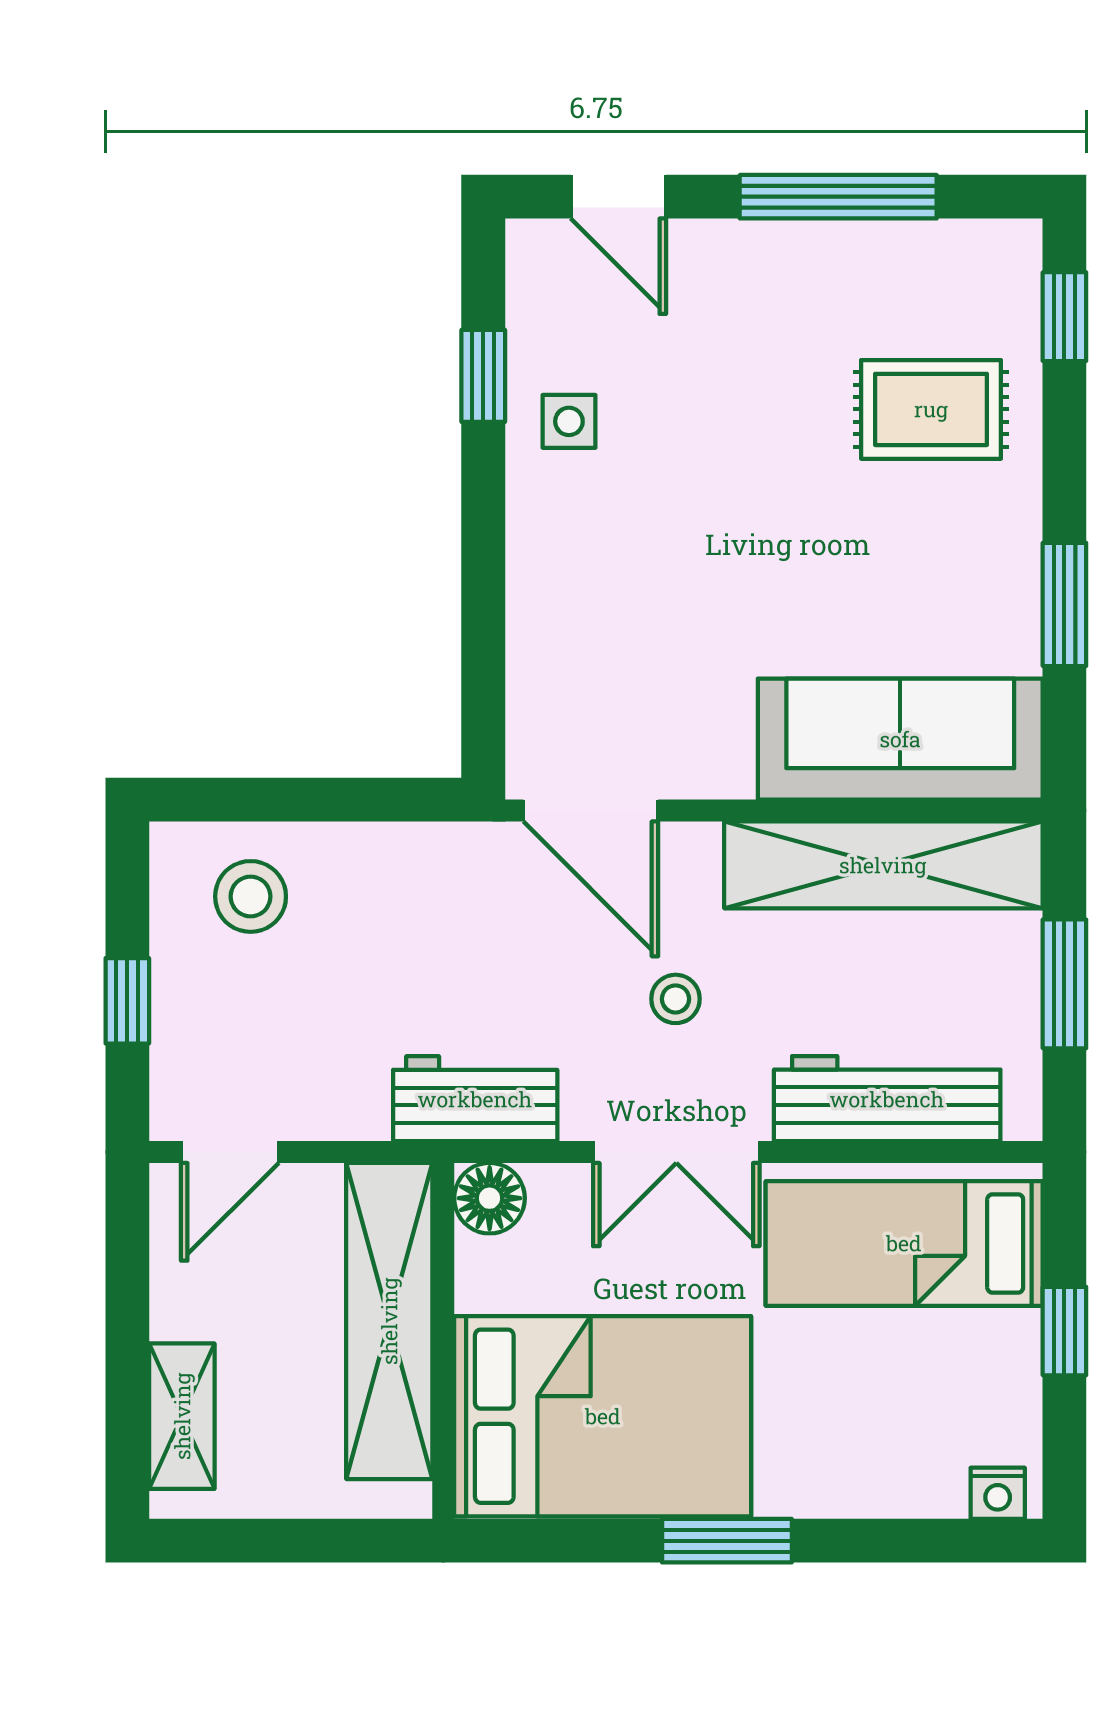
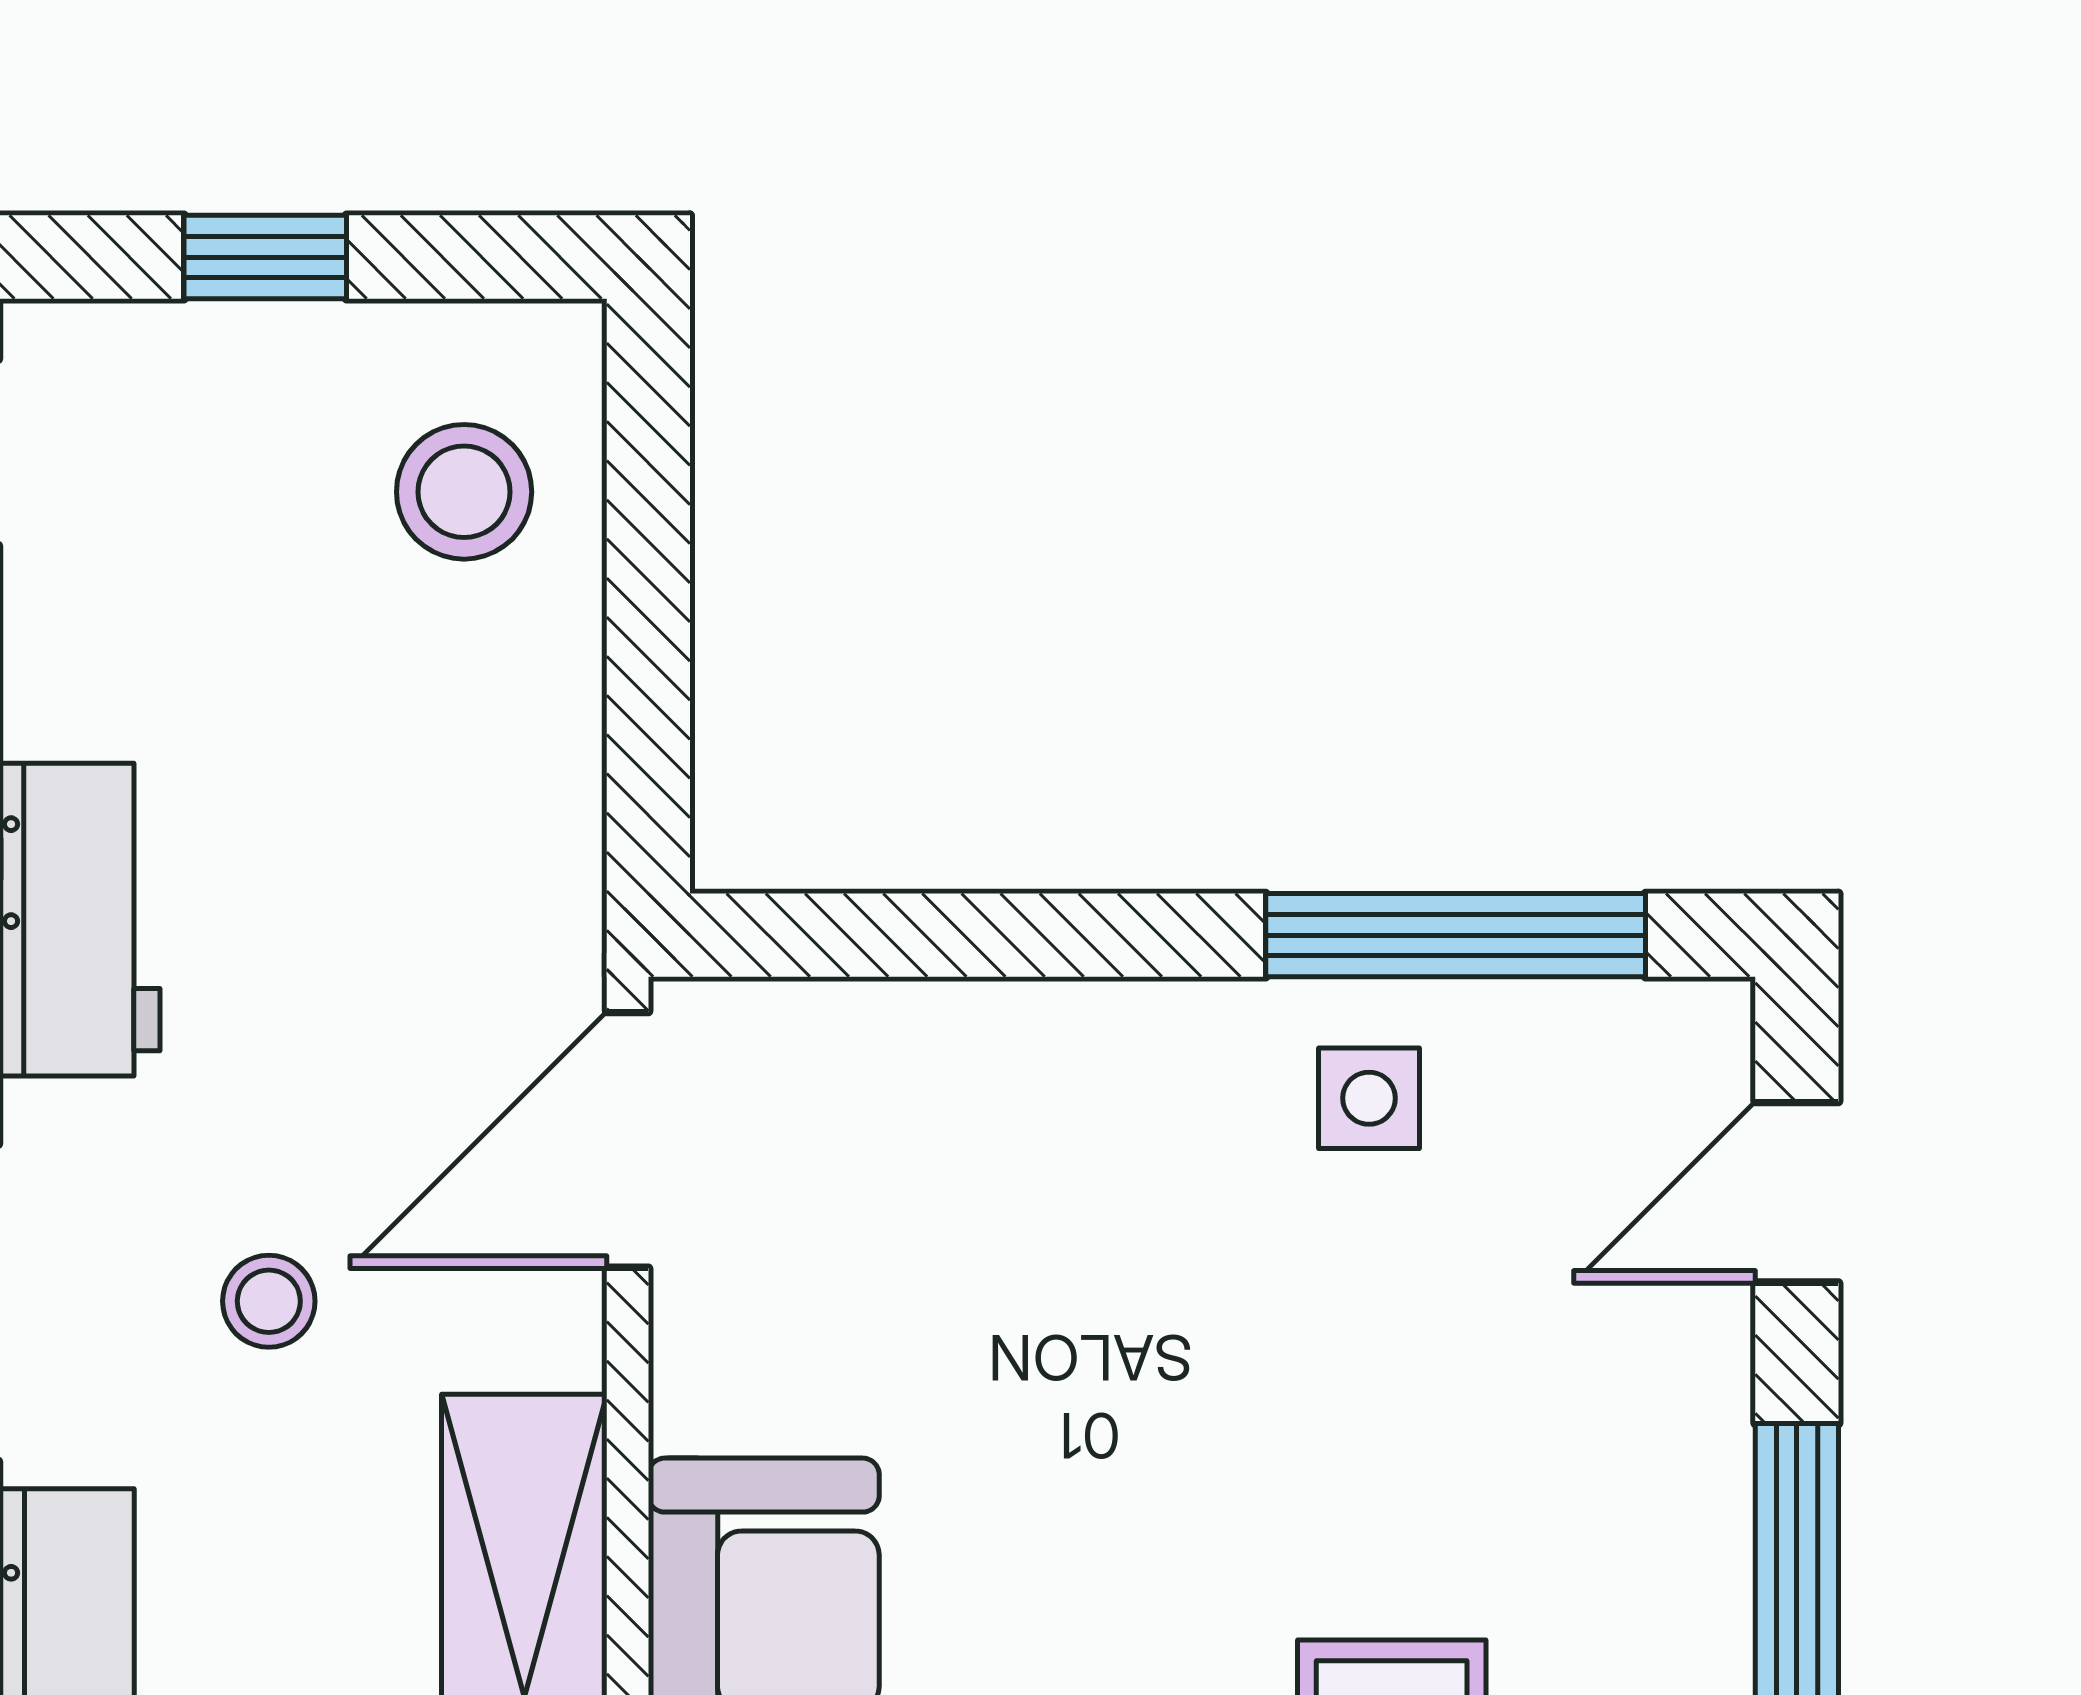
window: (483, 376) -> (1456, 935), width x2.17

